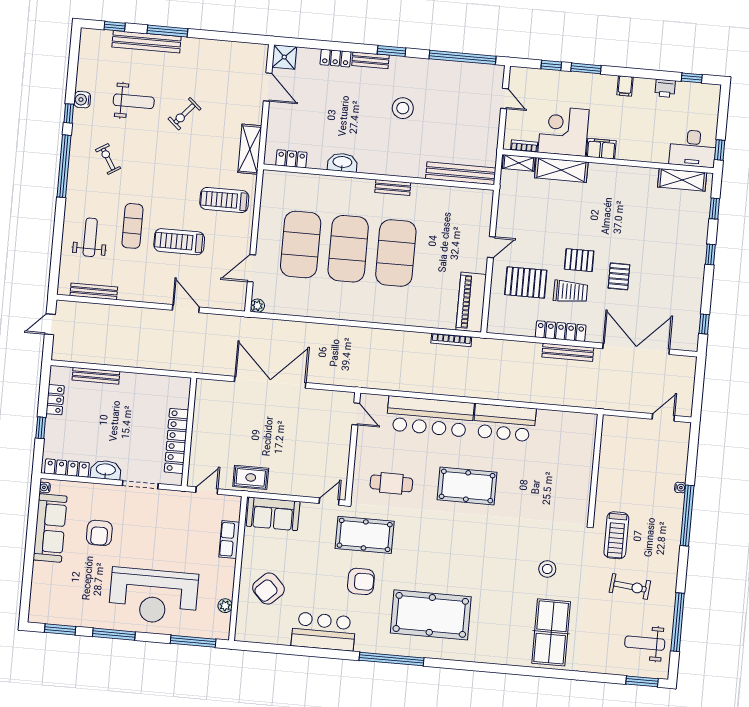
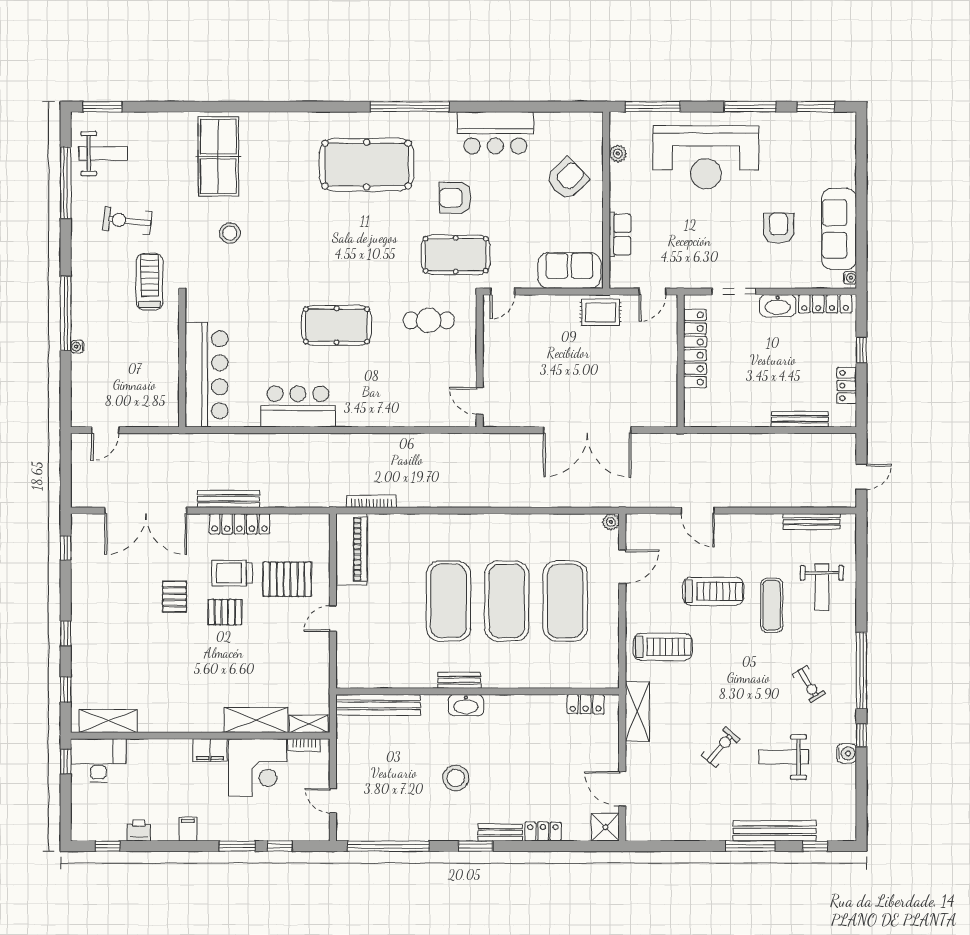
washbasin: (342, 163) -> (466, 705), moved
bar counter: (430, 416) -> (207, 375), moved, turned 90
reception desk: (153, 596) -> (706, 157), turned 180

